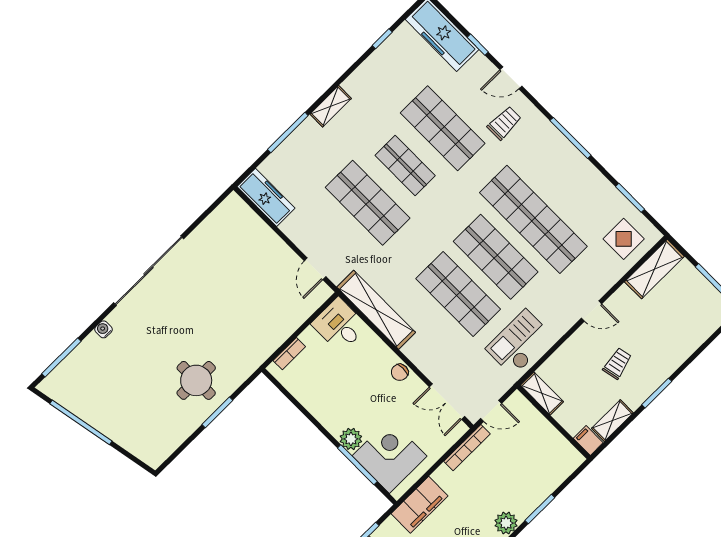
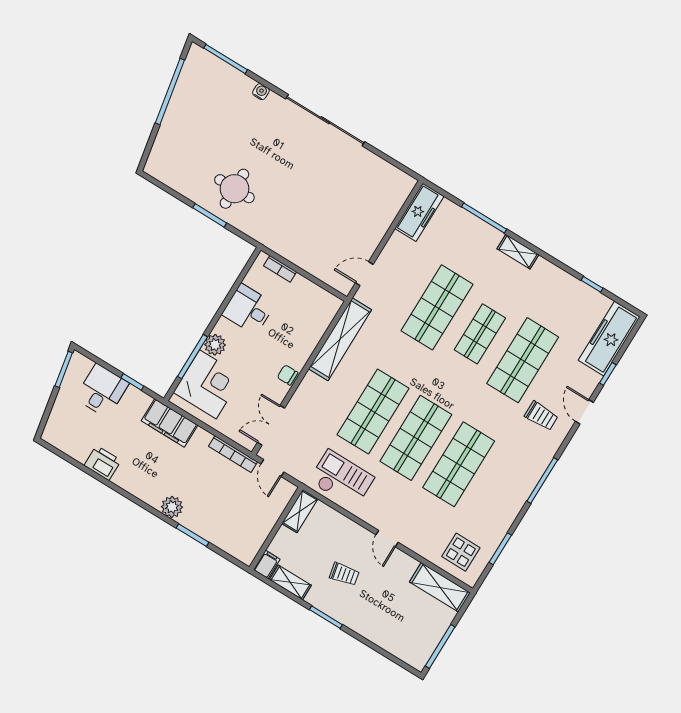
shop shelf: (533, 219) -> (459, 464), width x0.71
desk: (339, 325) -> (248, 309), moved, turned -90

